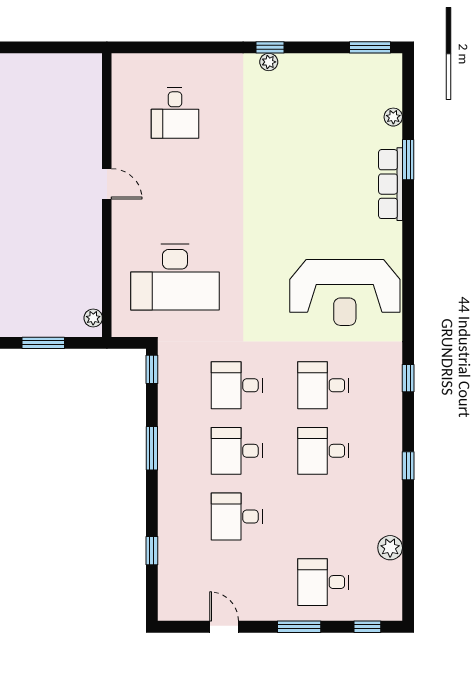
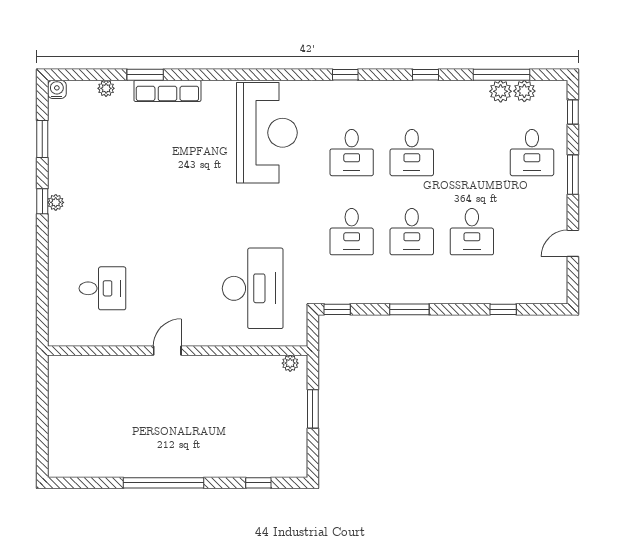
window: (370, 47) -> (42, 139), moved
water cooler: (392, 63) -> (57, 89), added
window: (408, 549) -> (502, 75), added
plant: (390, 574) -> (524, 91), added

